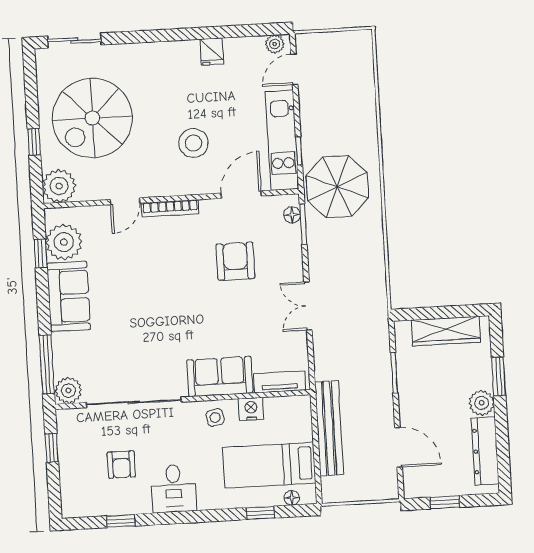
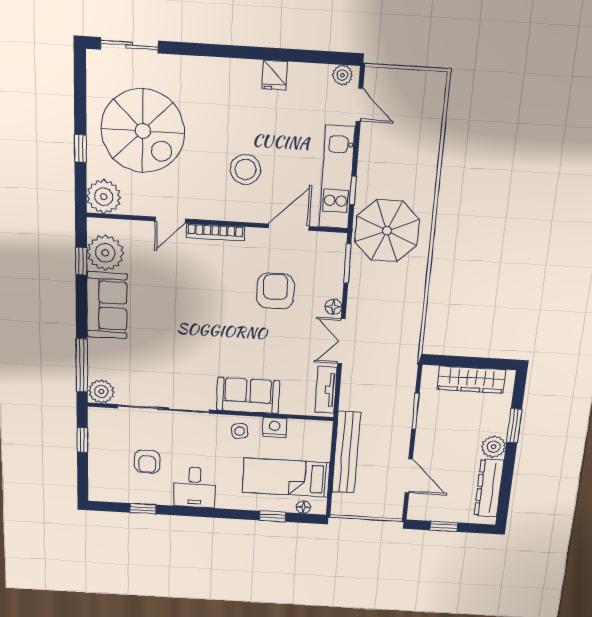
door: (294, 69) -> (360, 105), swing flipped
spiral stairs: (92, 118) -> (143, 131), turned -90
floor lamp: (292, 215) -> (334, 307), moved
tv unit: (280, 382) -> (326, 390), moved, turned -90

